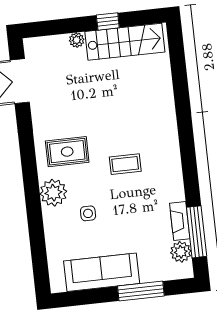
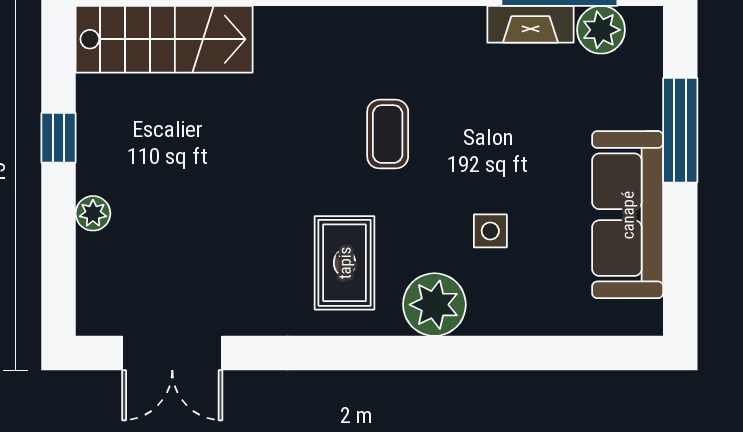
stairs: (125, 42) -> (164, 39), moved, turned 90

